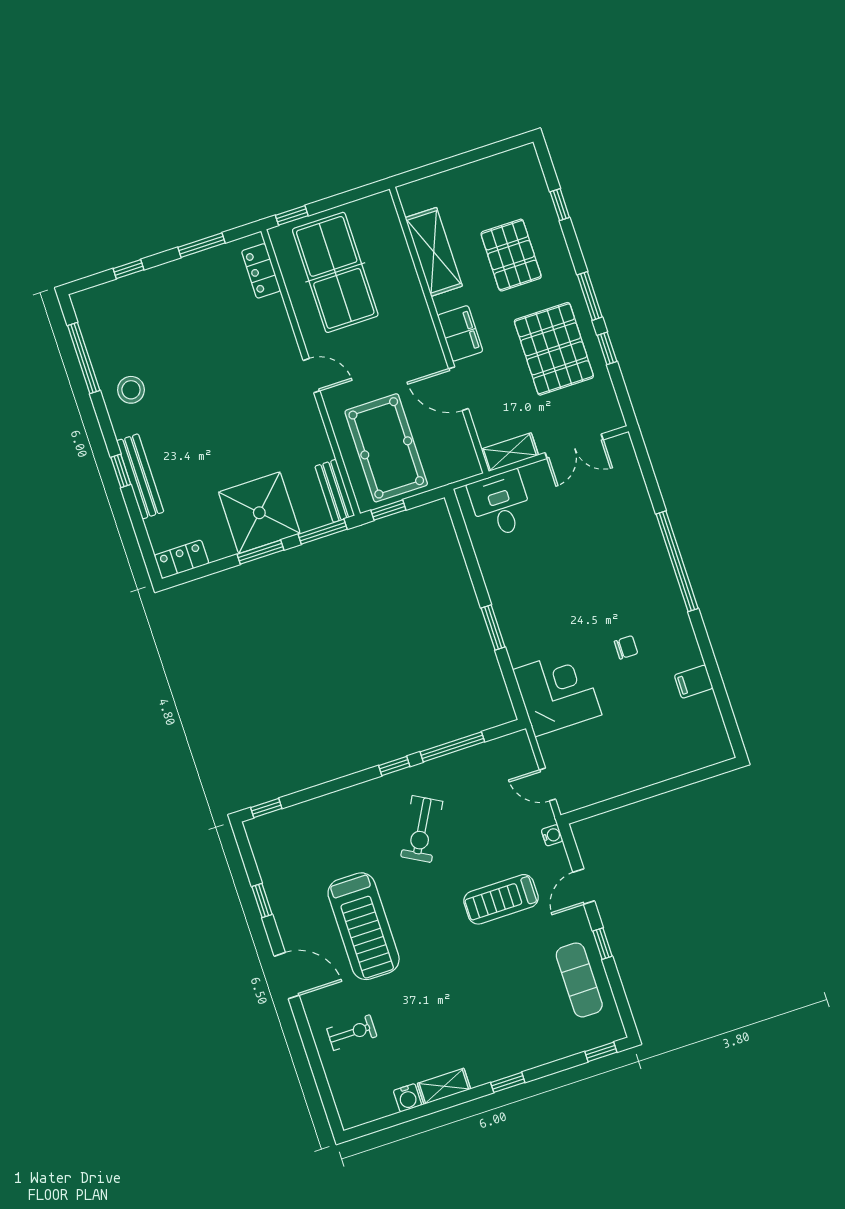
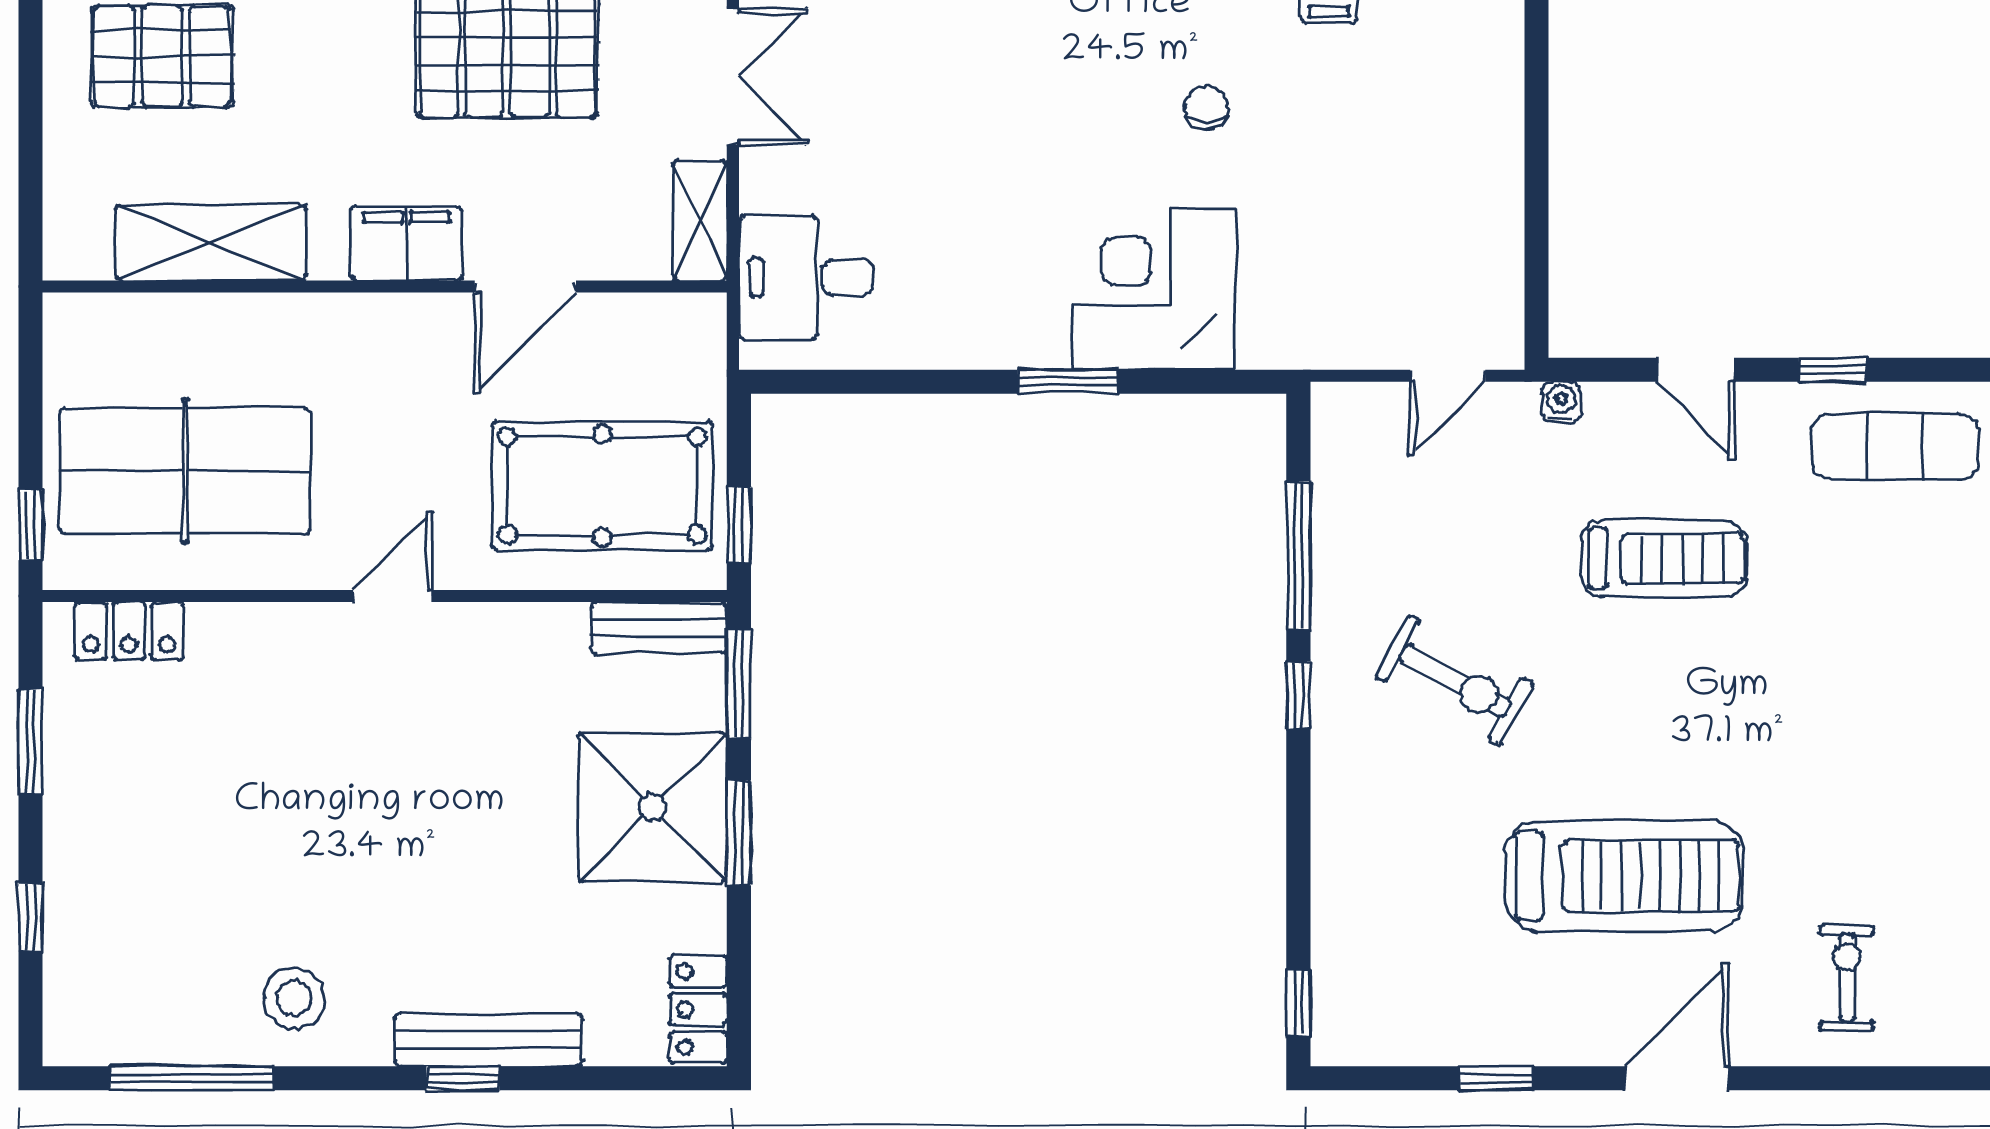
pallet: (511, 255) -> (162, 56), moved
corner desk: (557, 692) -> (1154, 289), moved
treadmill: (501, 899) -> (1664, 559), turned -90

